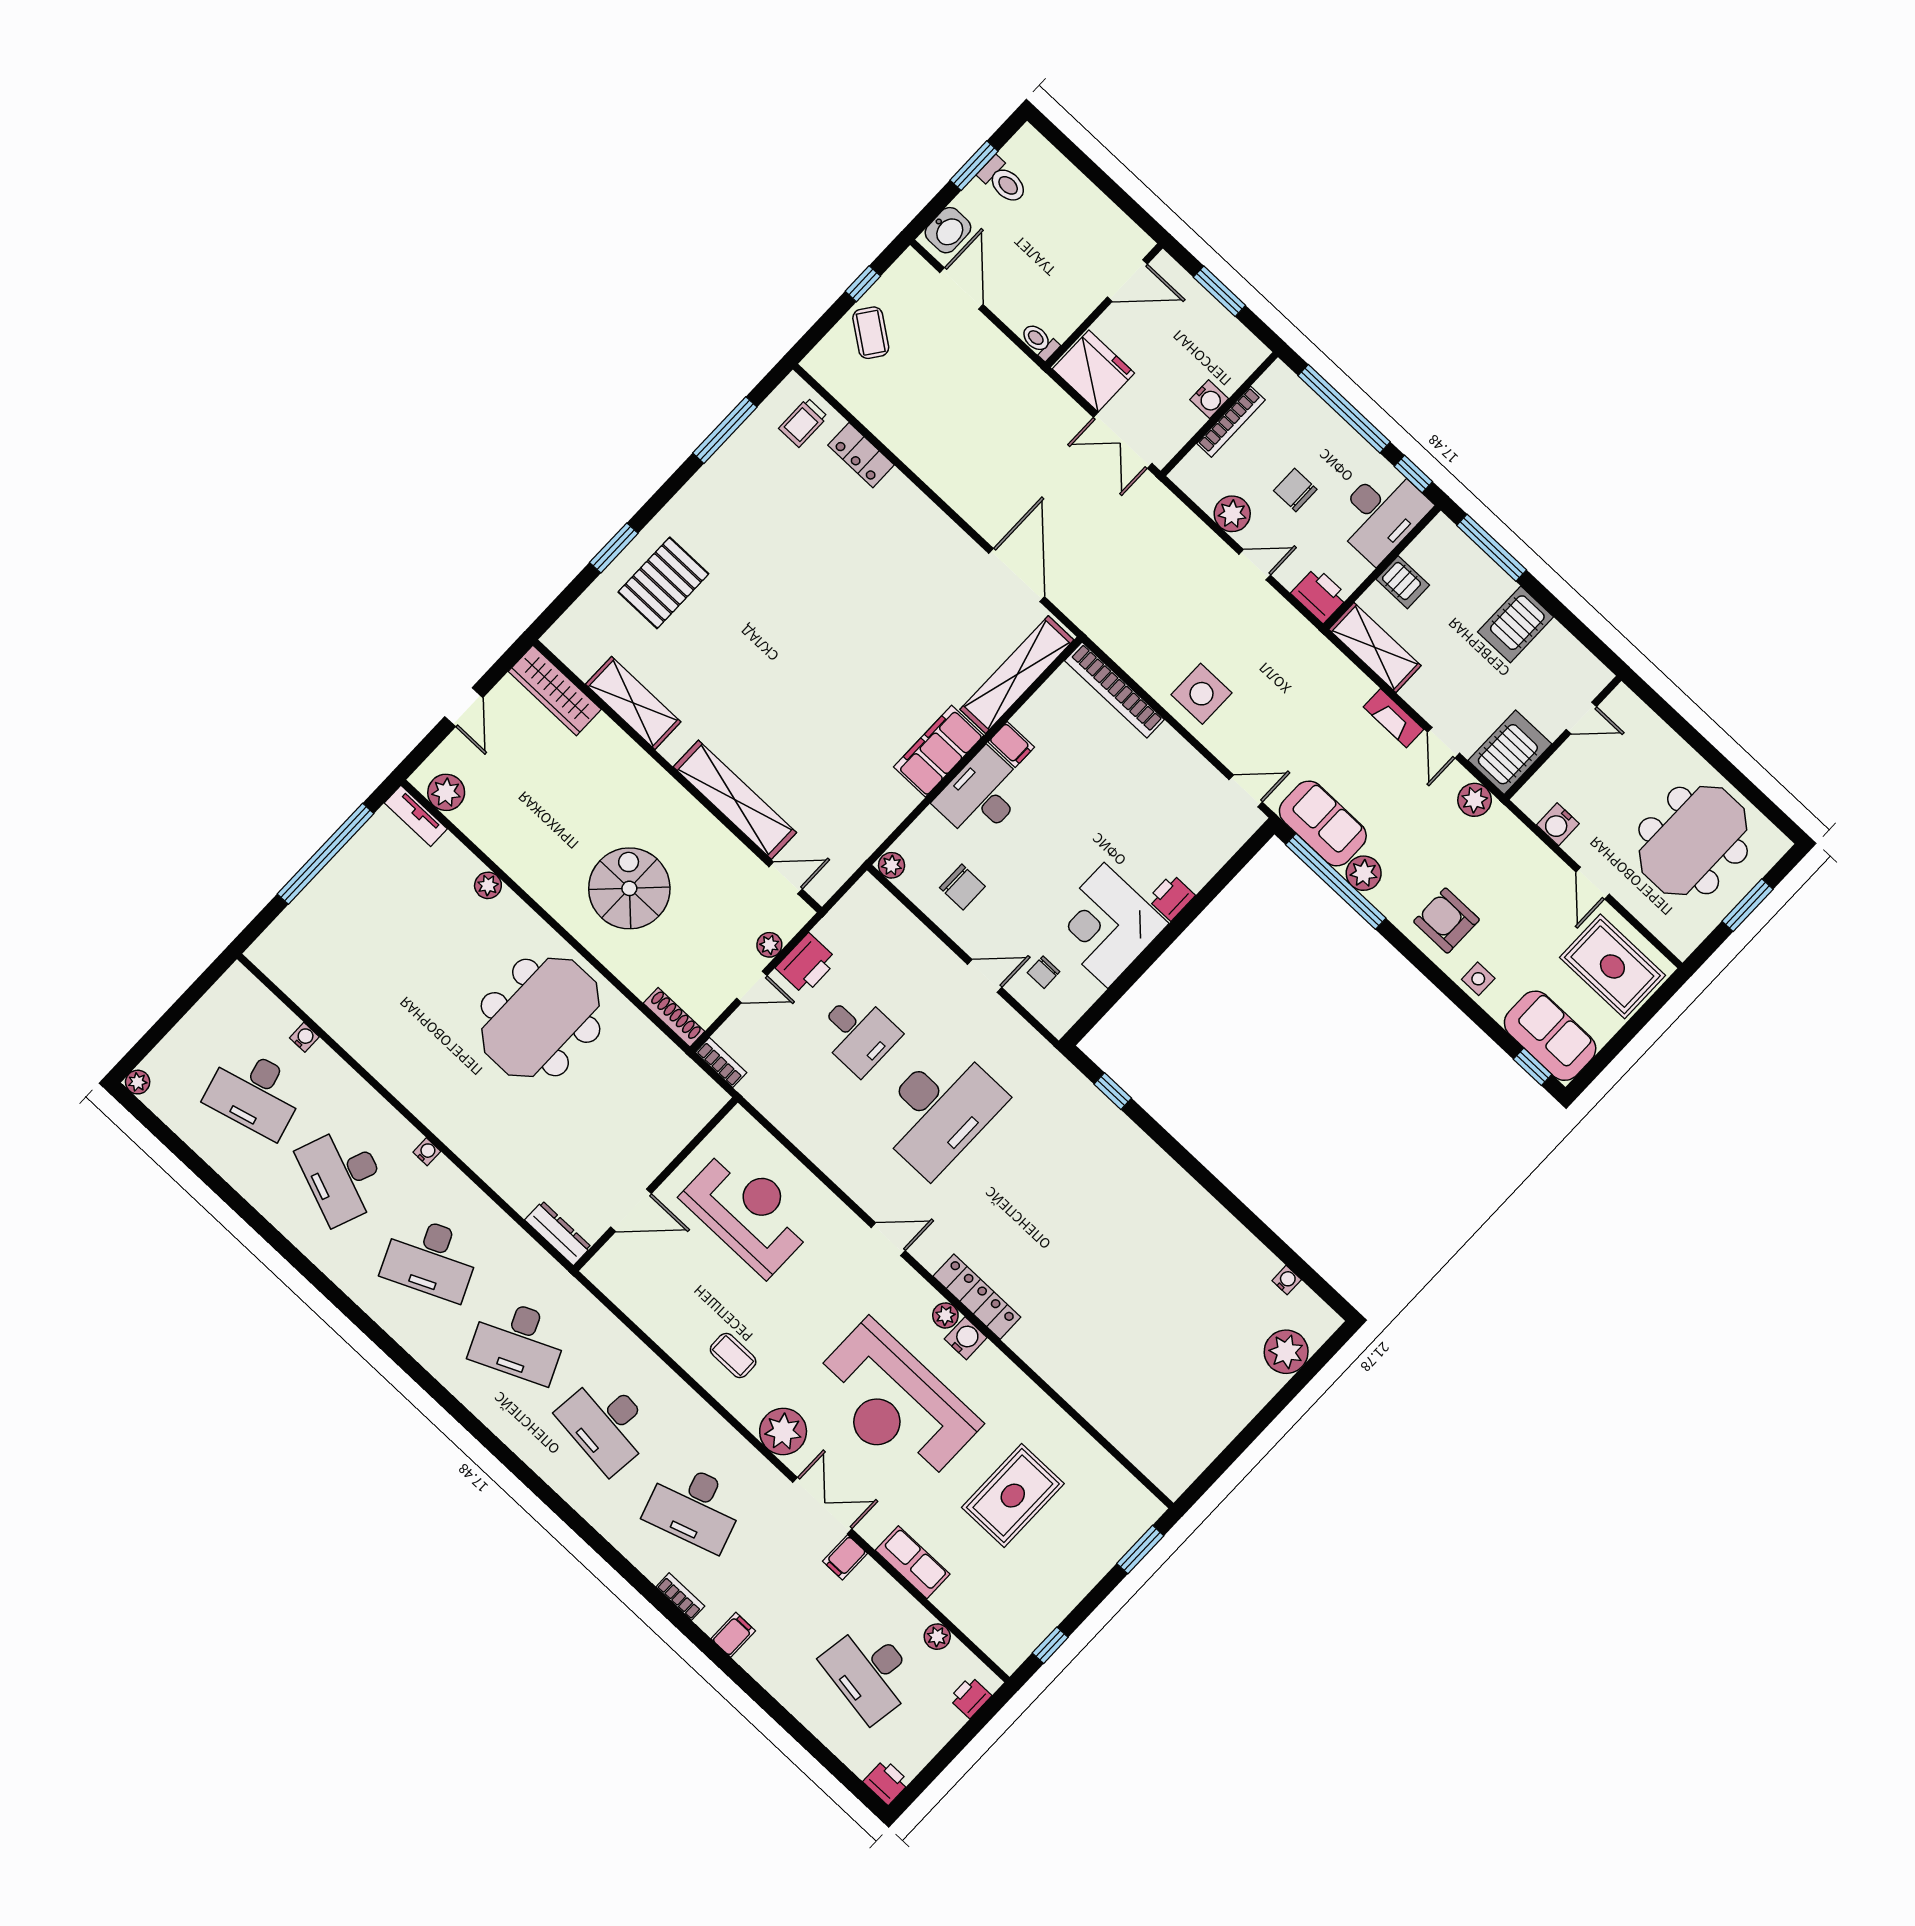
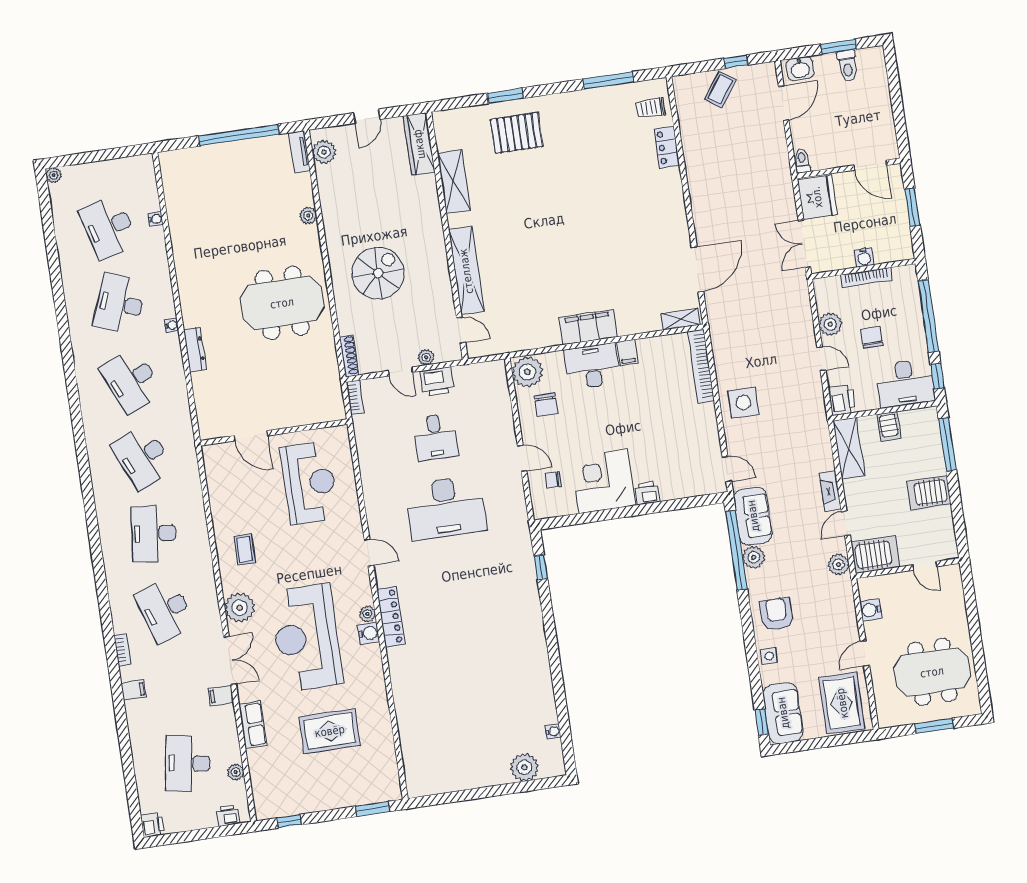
shelving: (1017, 675) -> (681, 319), width x0.45, depth x0.75
plant: (892, 865) -> (527, 372), width x1.87, depth x1.87
dresser: (558, 1233) -> (195, 349), moved

